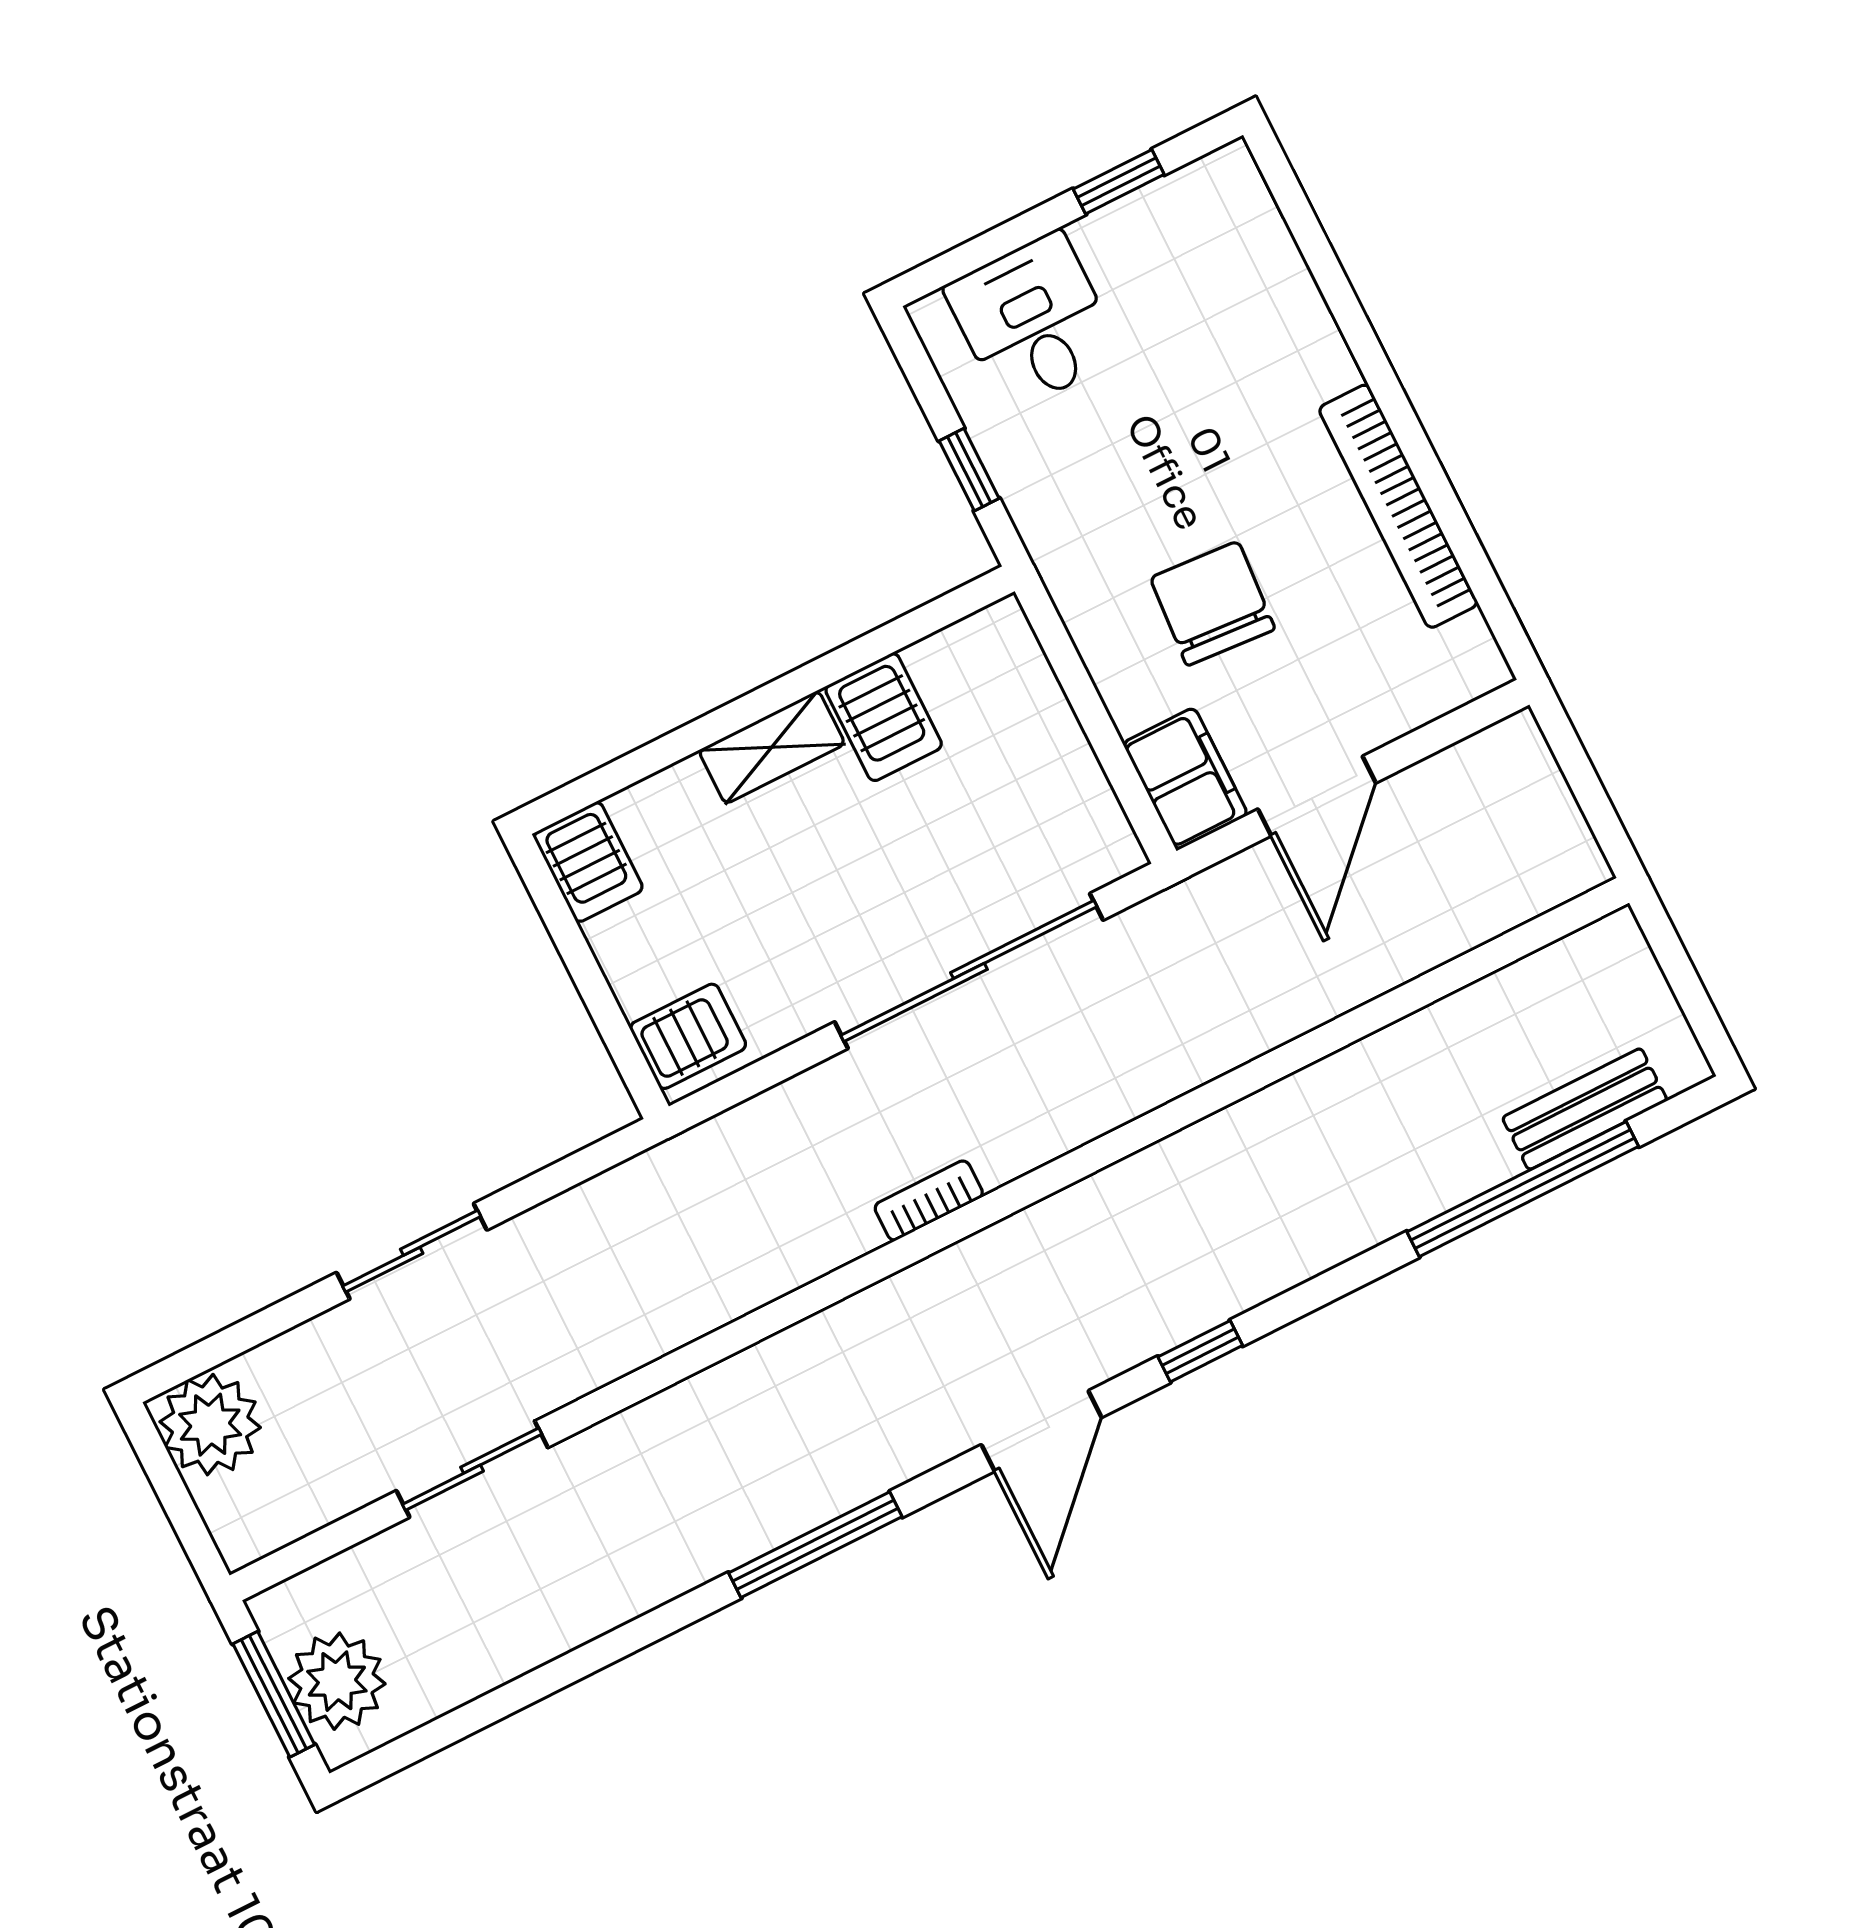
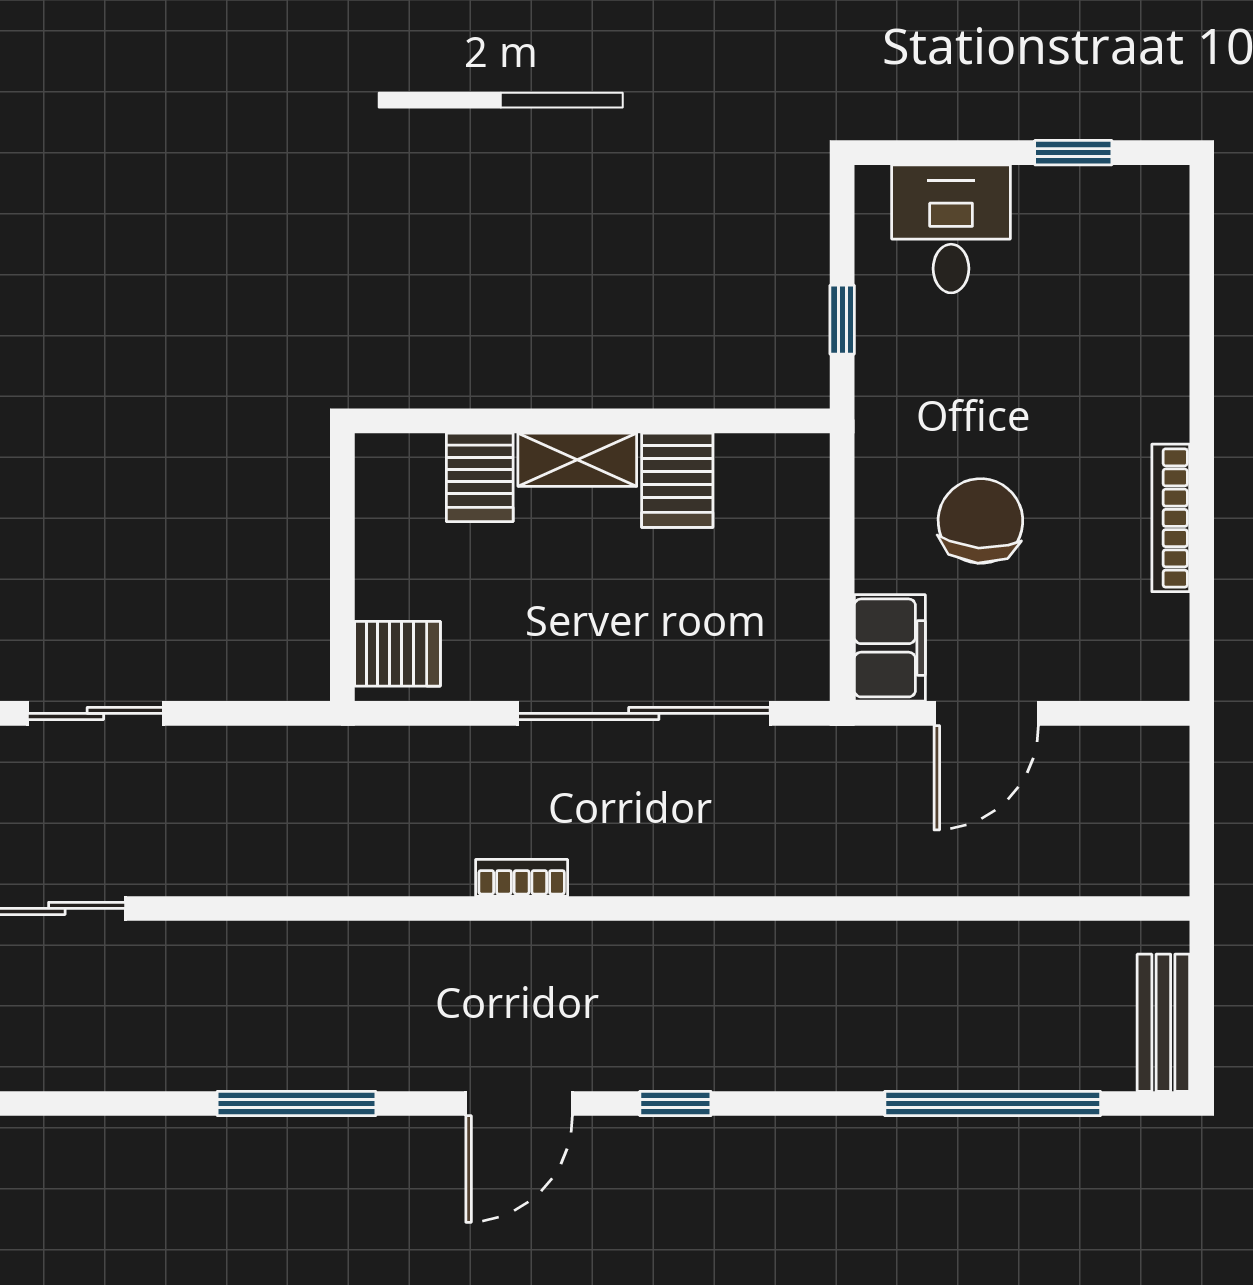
bookcase: (1398, 506) -> (1171, 518), width x0.68, depth x0.76
server rack: (588, 862) -> (480, 477), moved
bench: (1585, 1109) -> (1163, 1023), moved, turned 90

